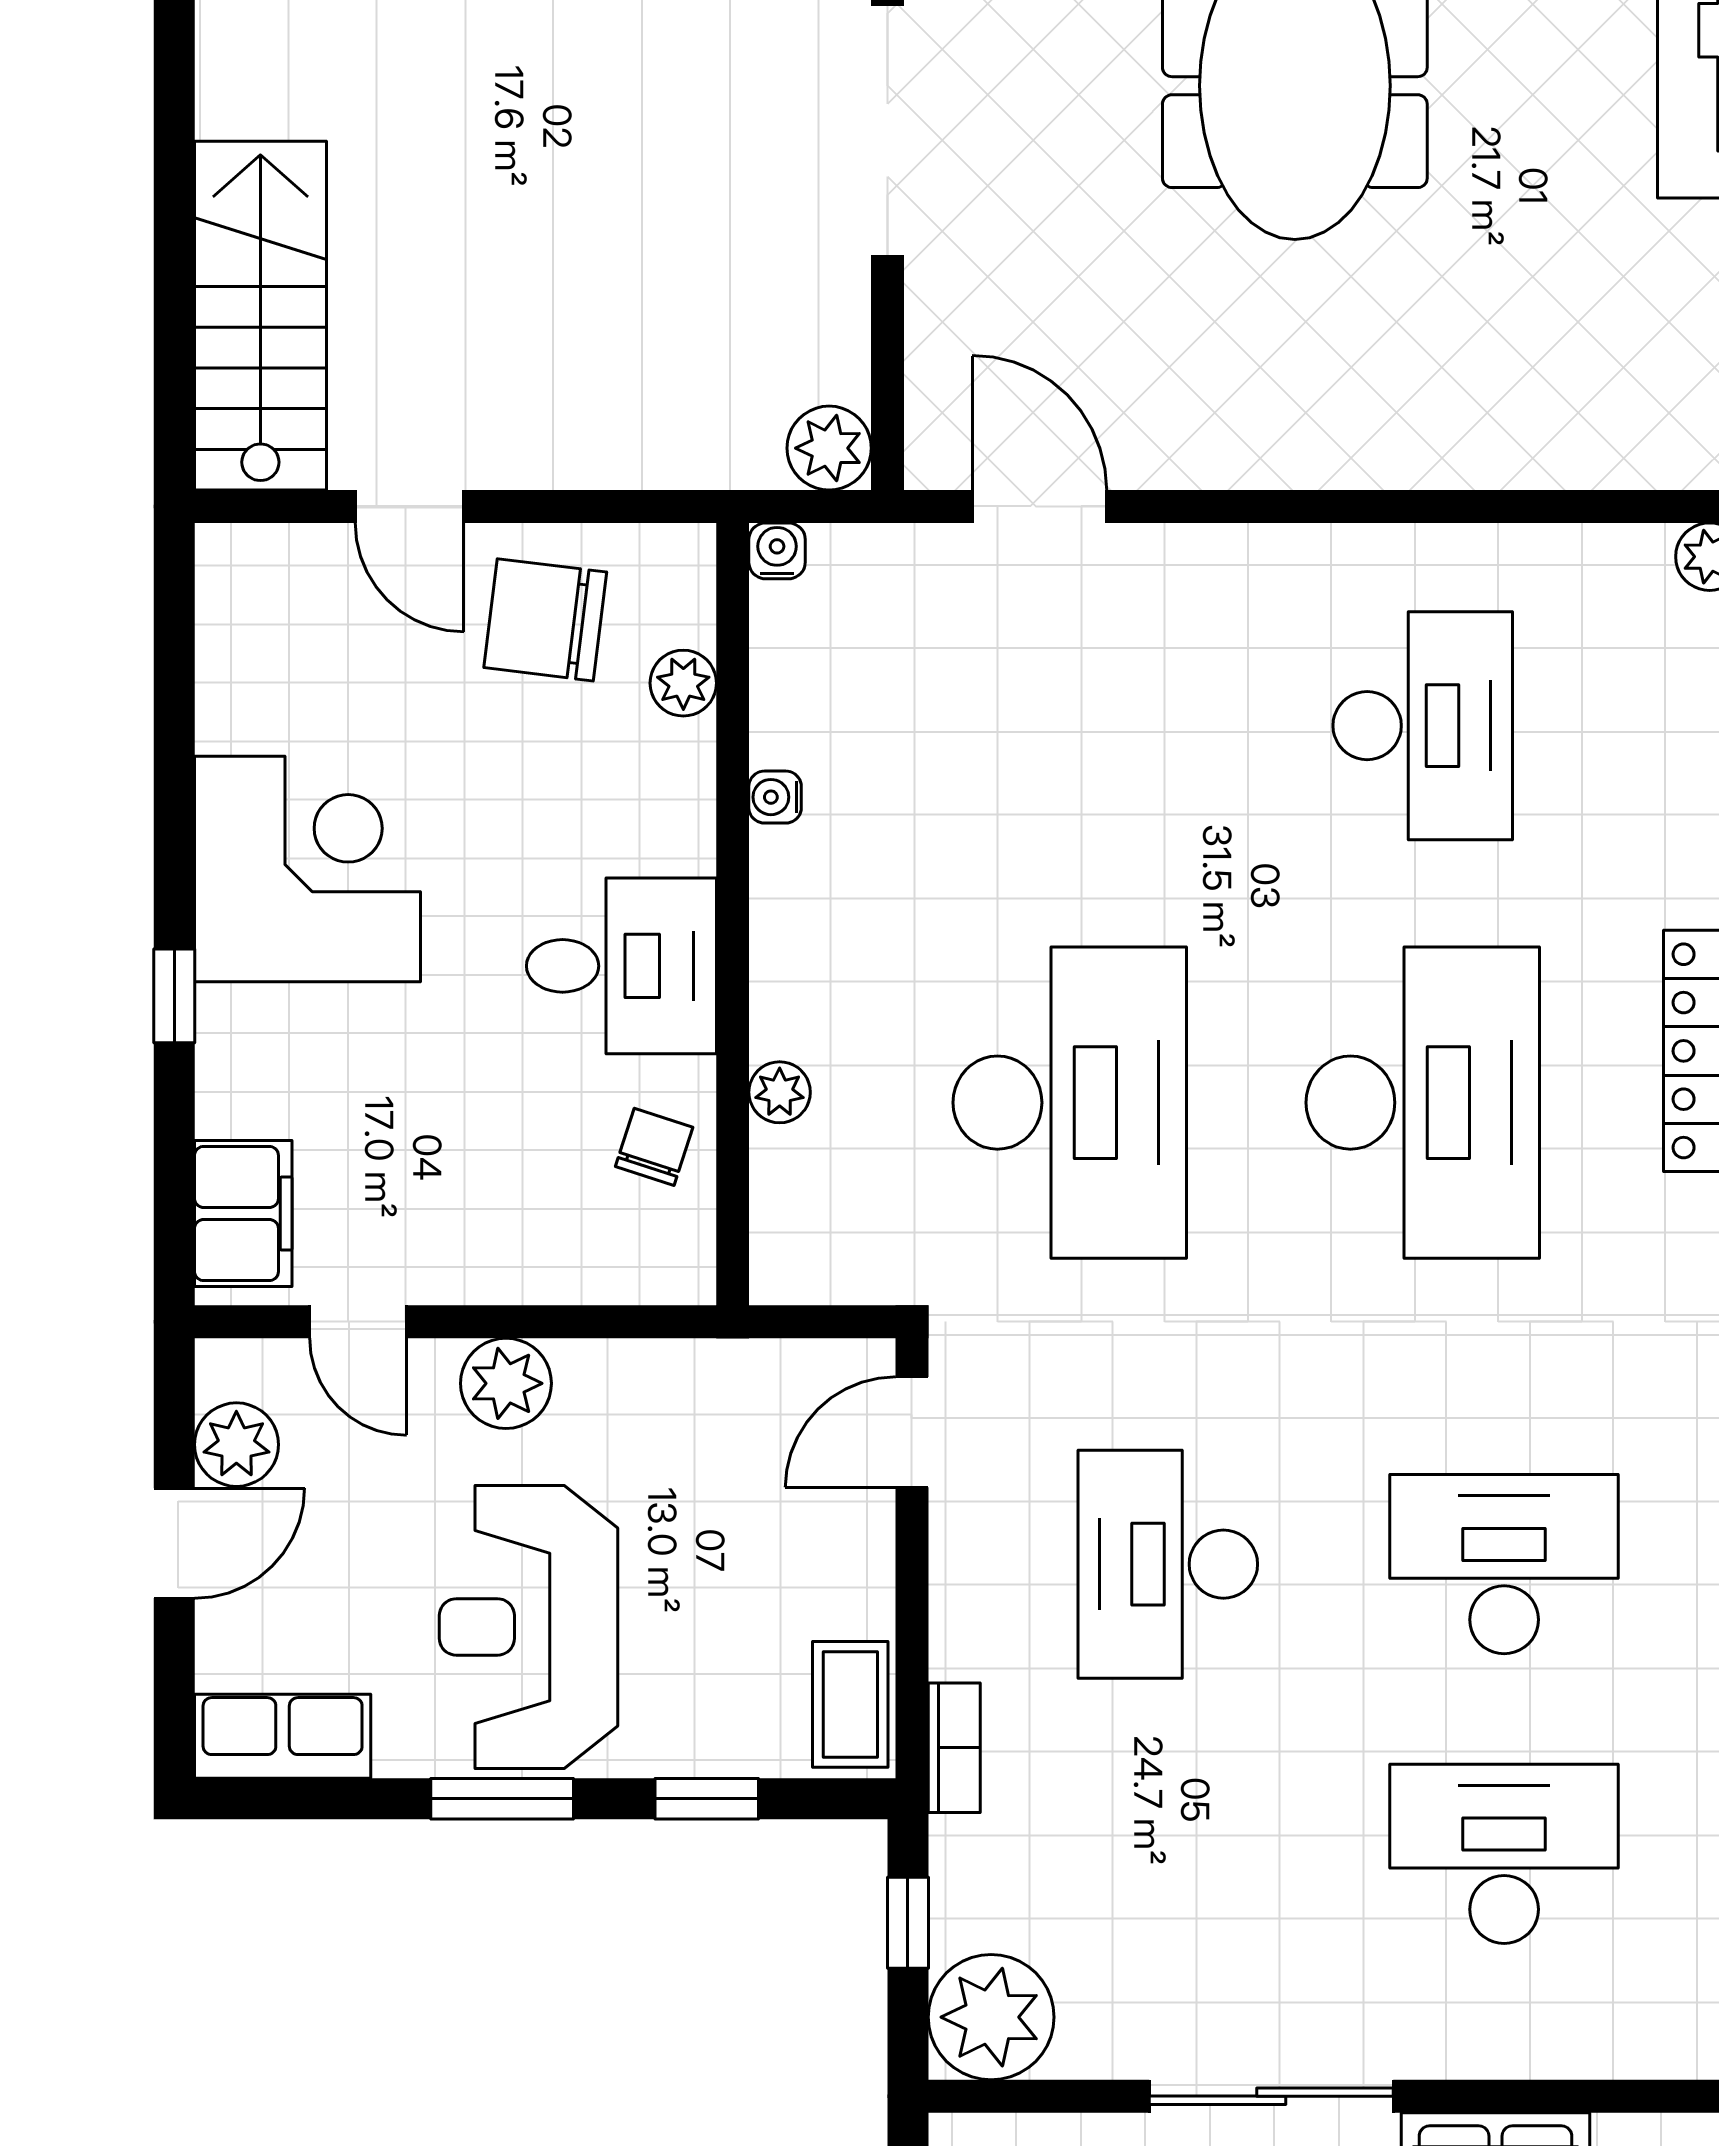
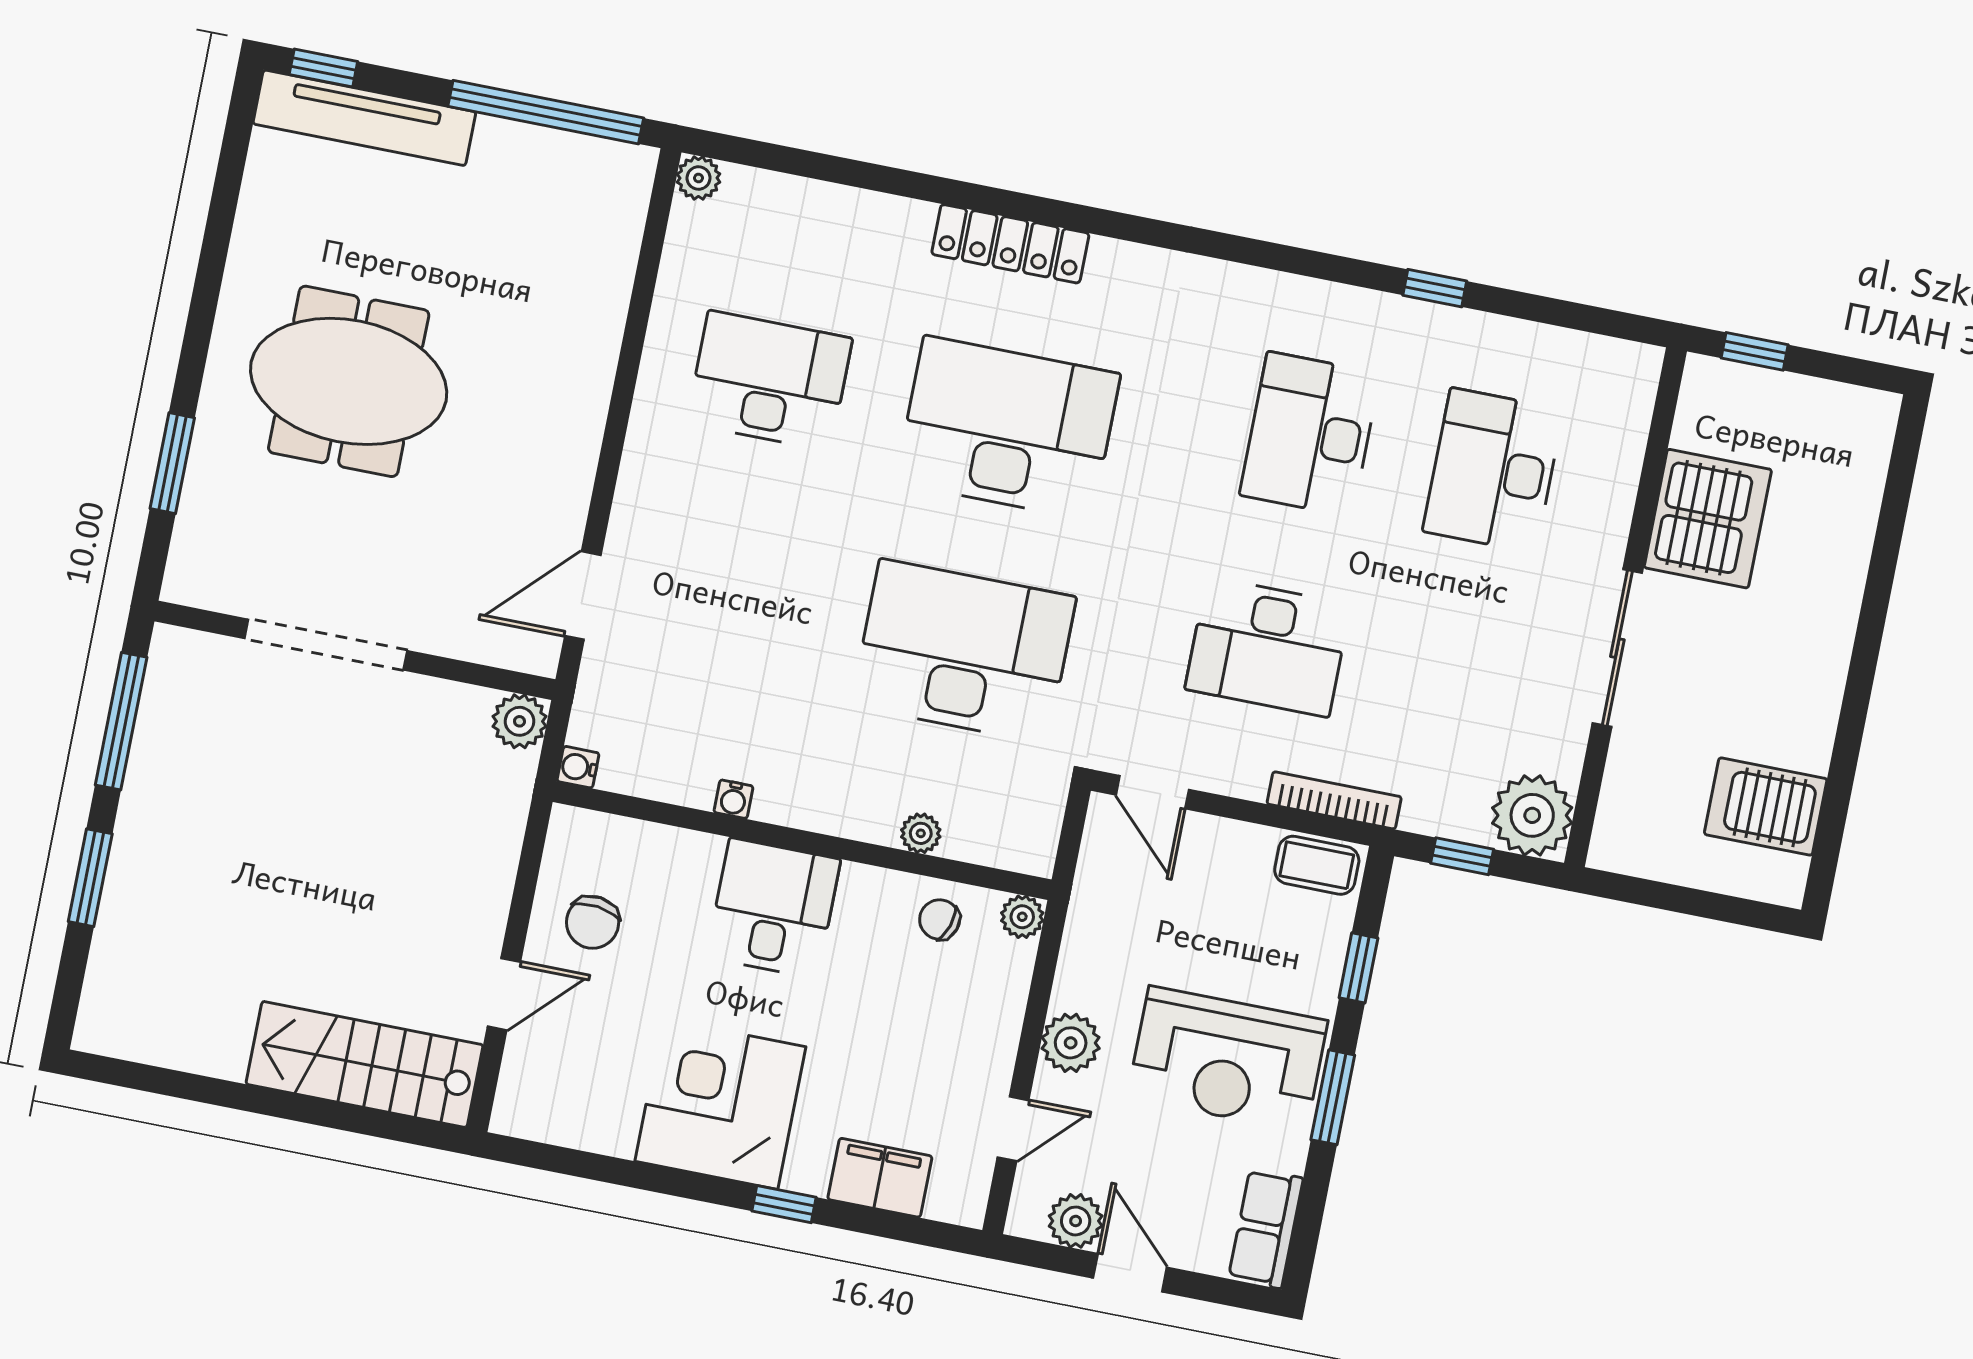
chair: (545, 620) -> (593, 922), width x0.73, depth x0.73
plant: (683, 683) -> (1022, 917), moved
desk: (621, 966) -> (773, 908), moved
filing cabinet: (243, 1214) -> (880, 1178), moved
bookcase: (954, 1748) -> (1334, 800), width x1.56

